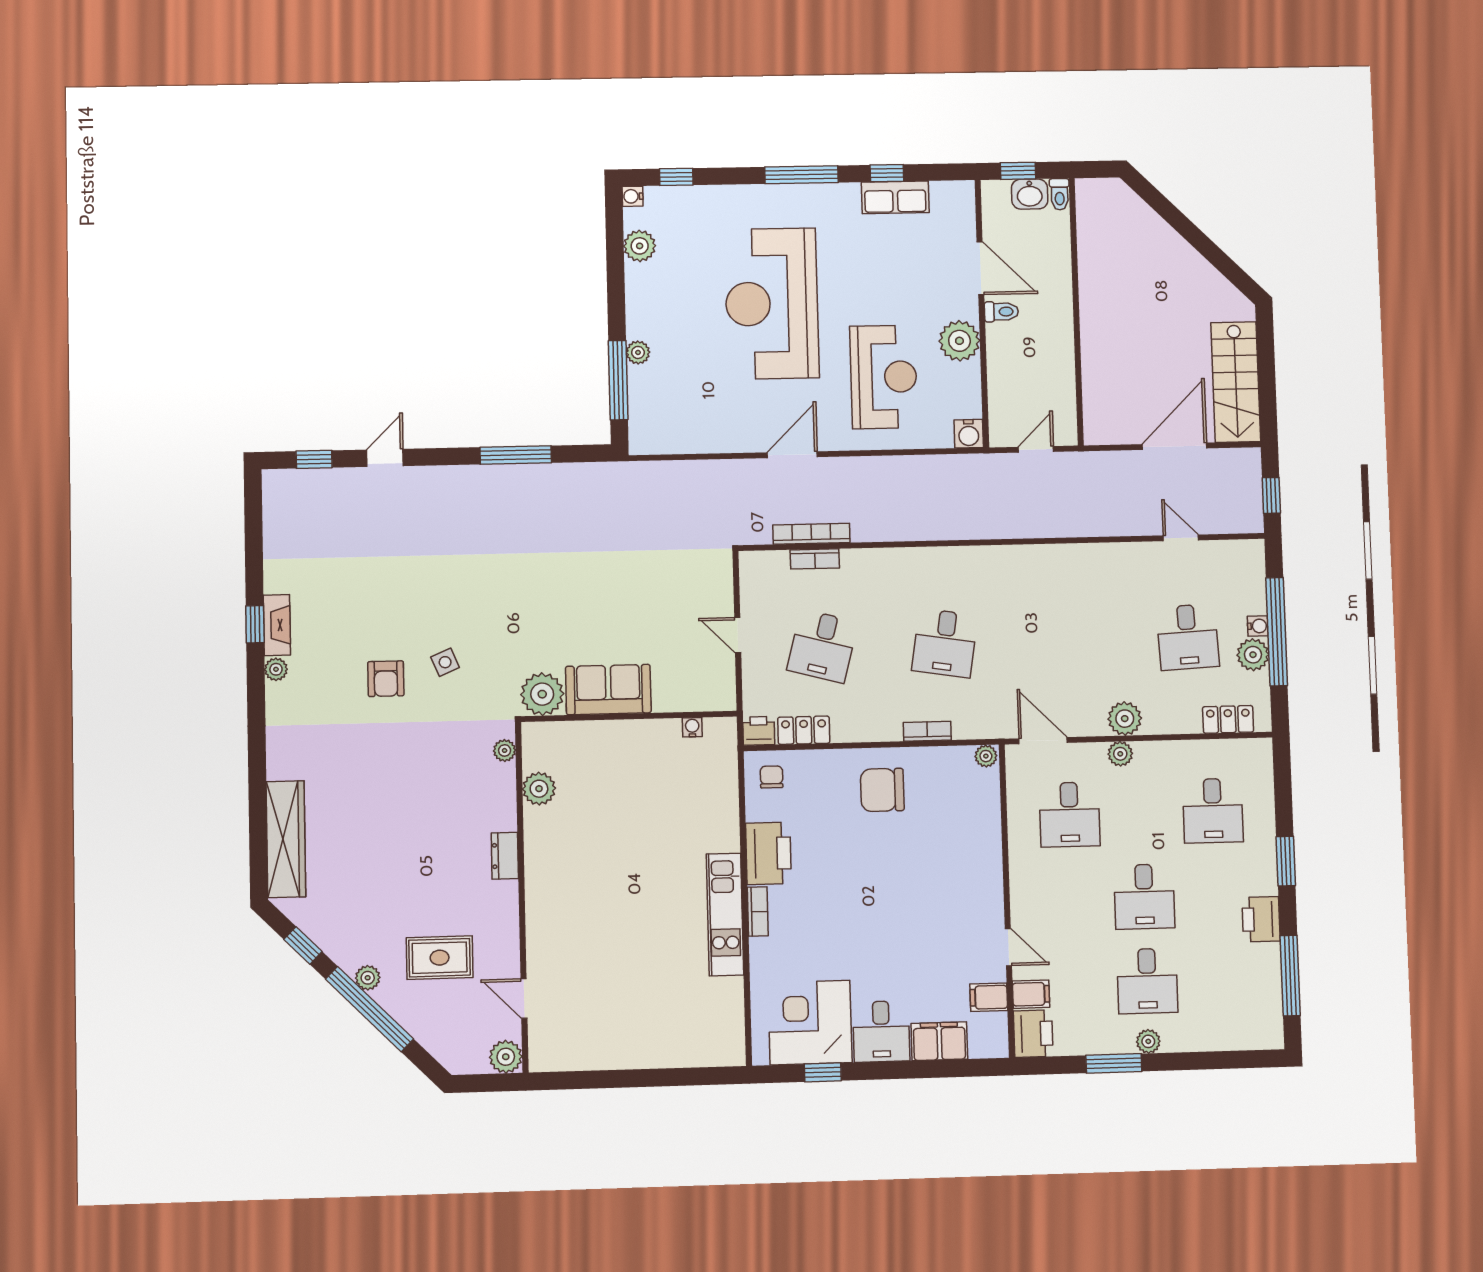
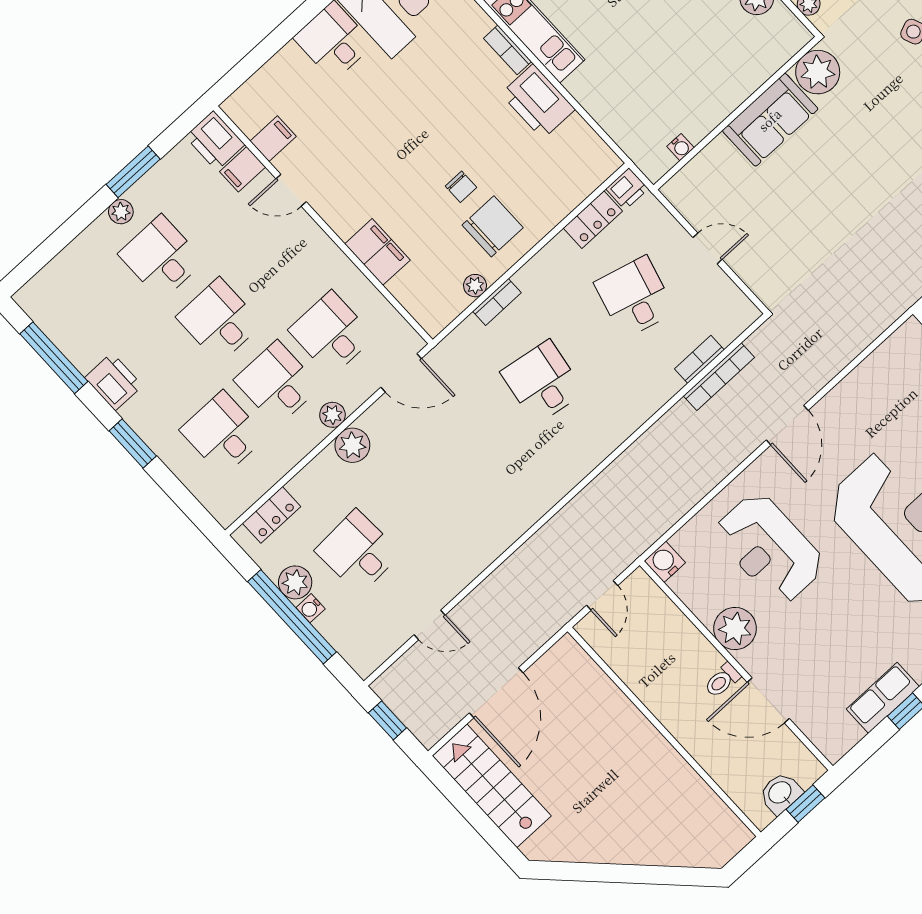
toilet: (1060, 194) -> (757, 814), removed
plant: (986, 756) -> (475, 286), moved
chair: (772, 777) -> (461, 187), moved
desk: (1141, 813) -> (277, 383), added
filing cabinet: (939, 1041) -> (377, 252), moved, turned -90

